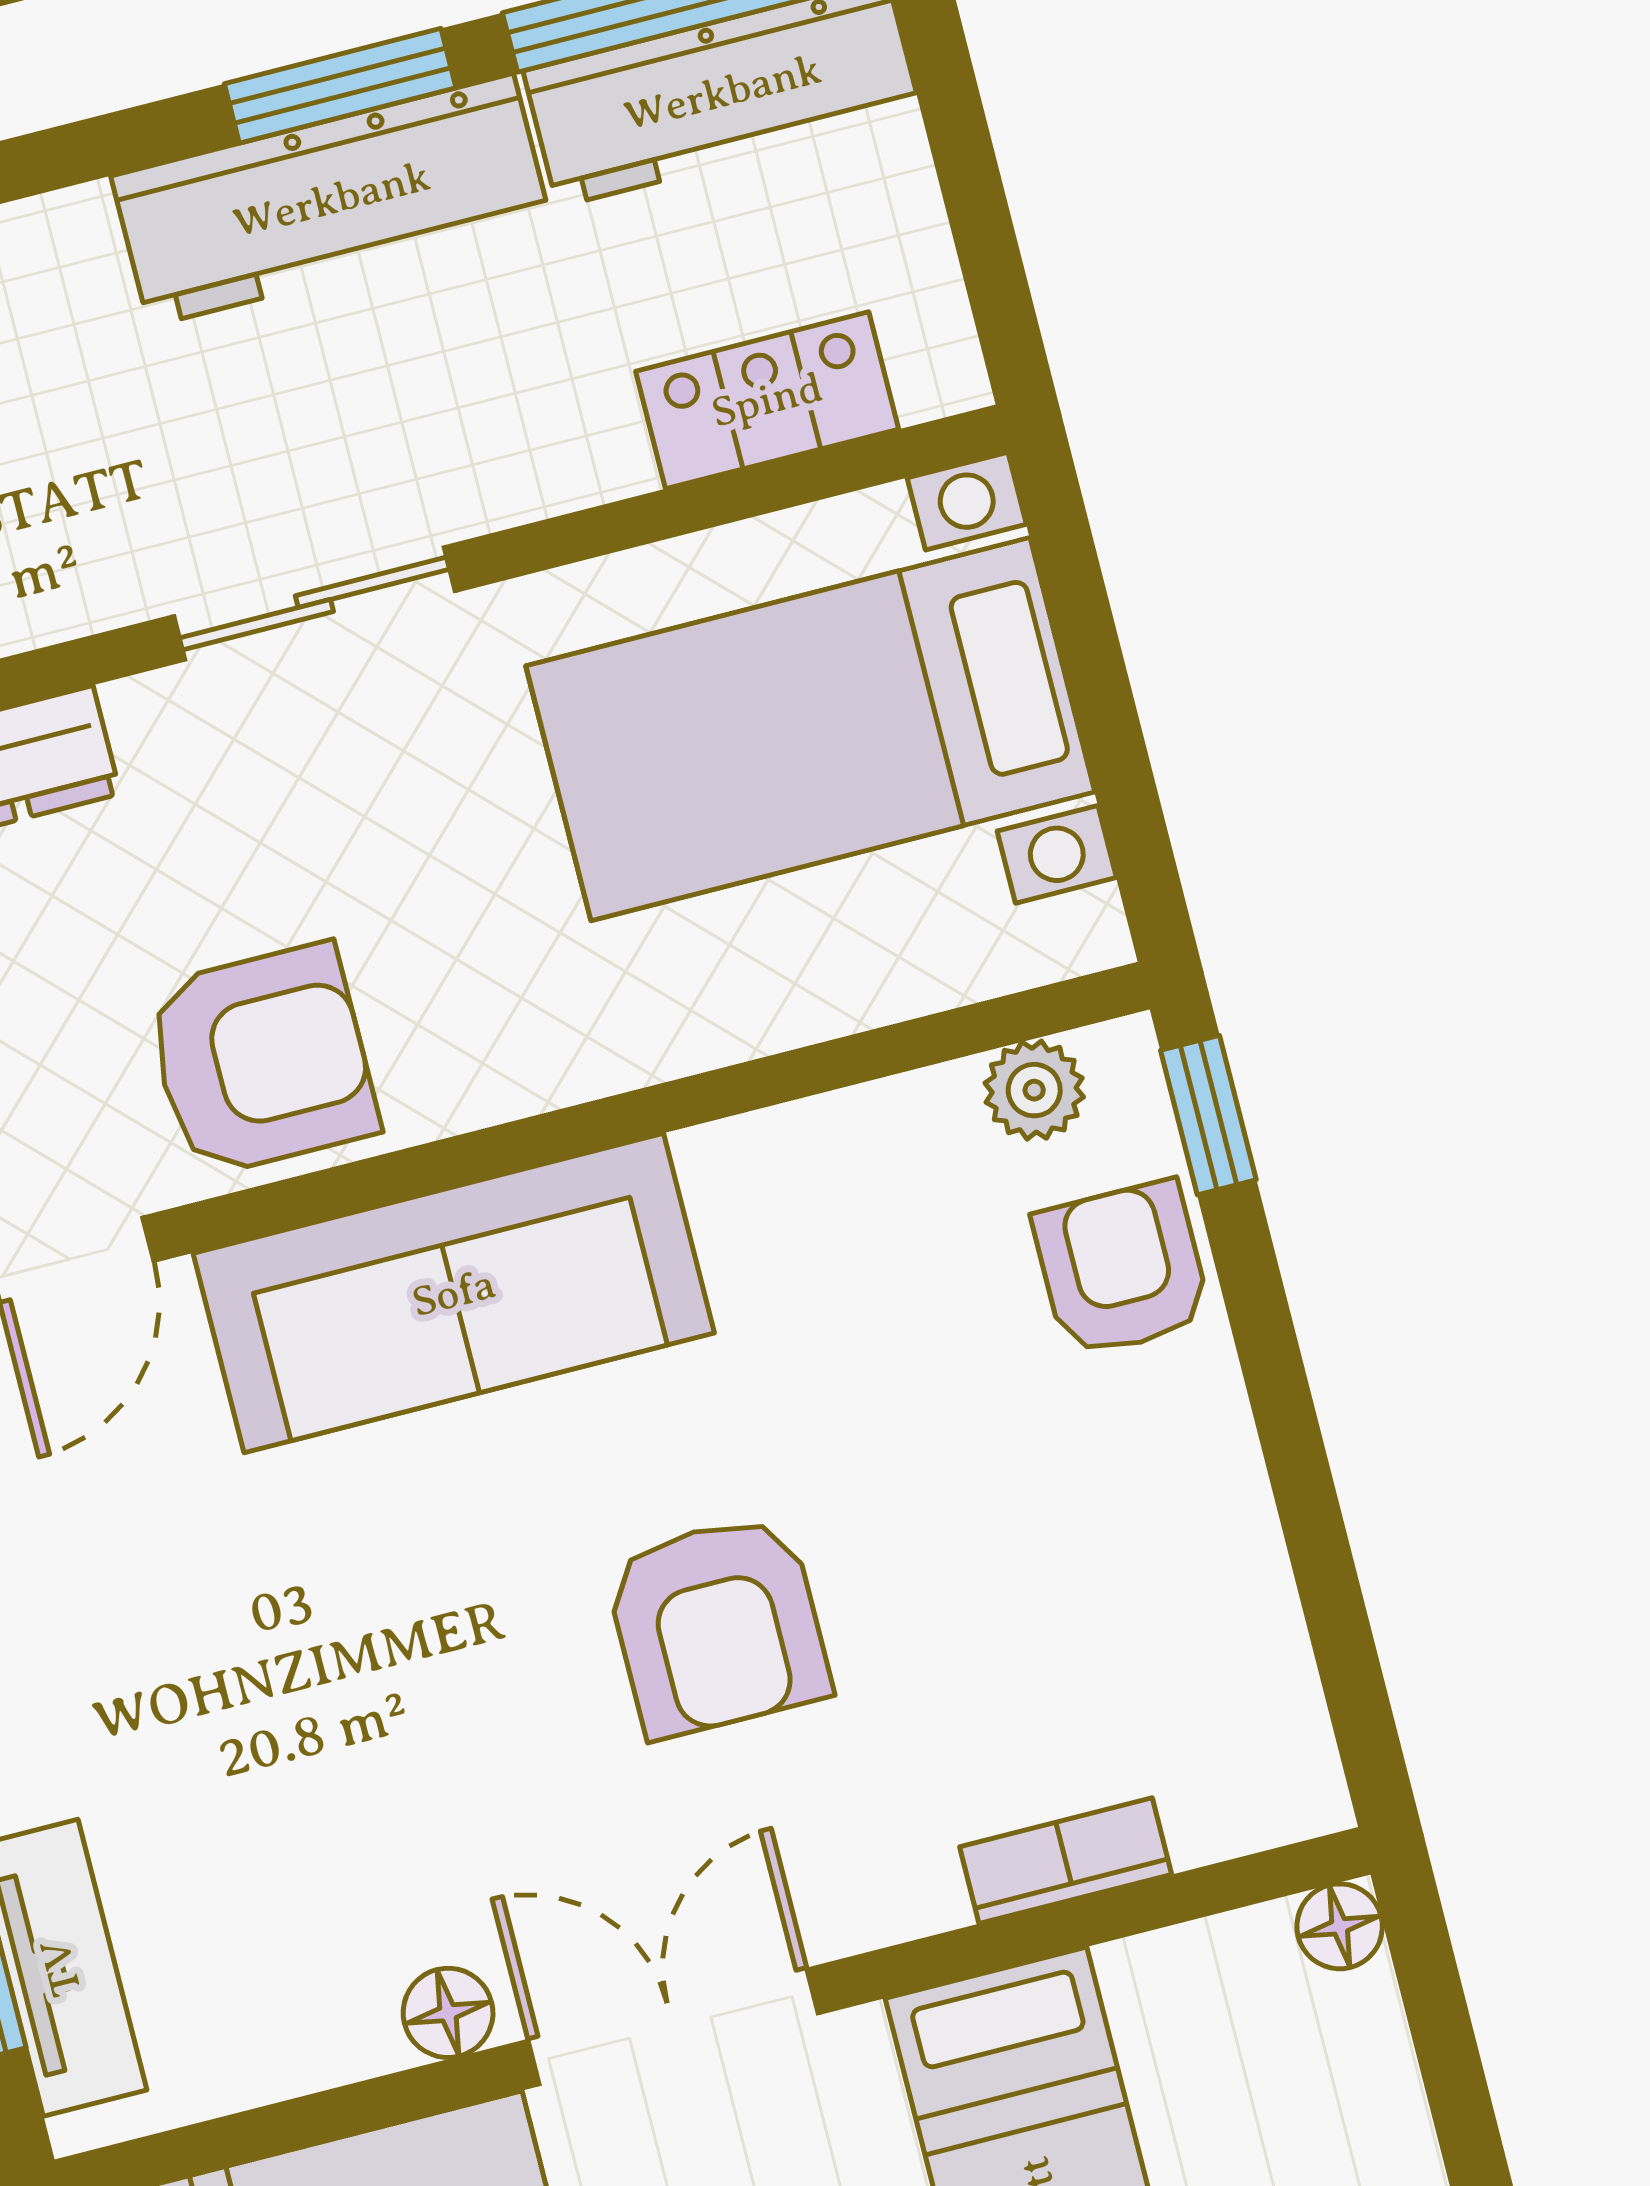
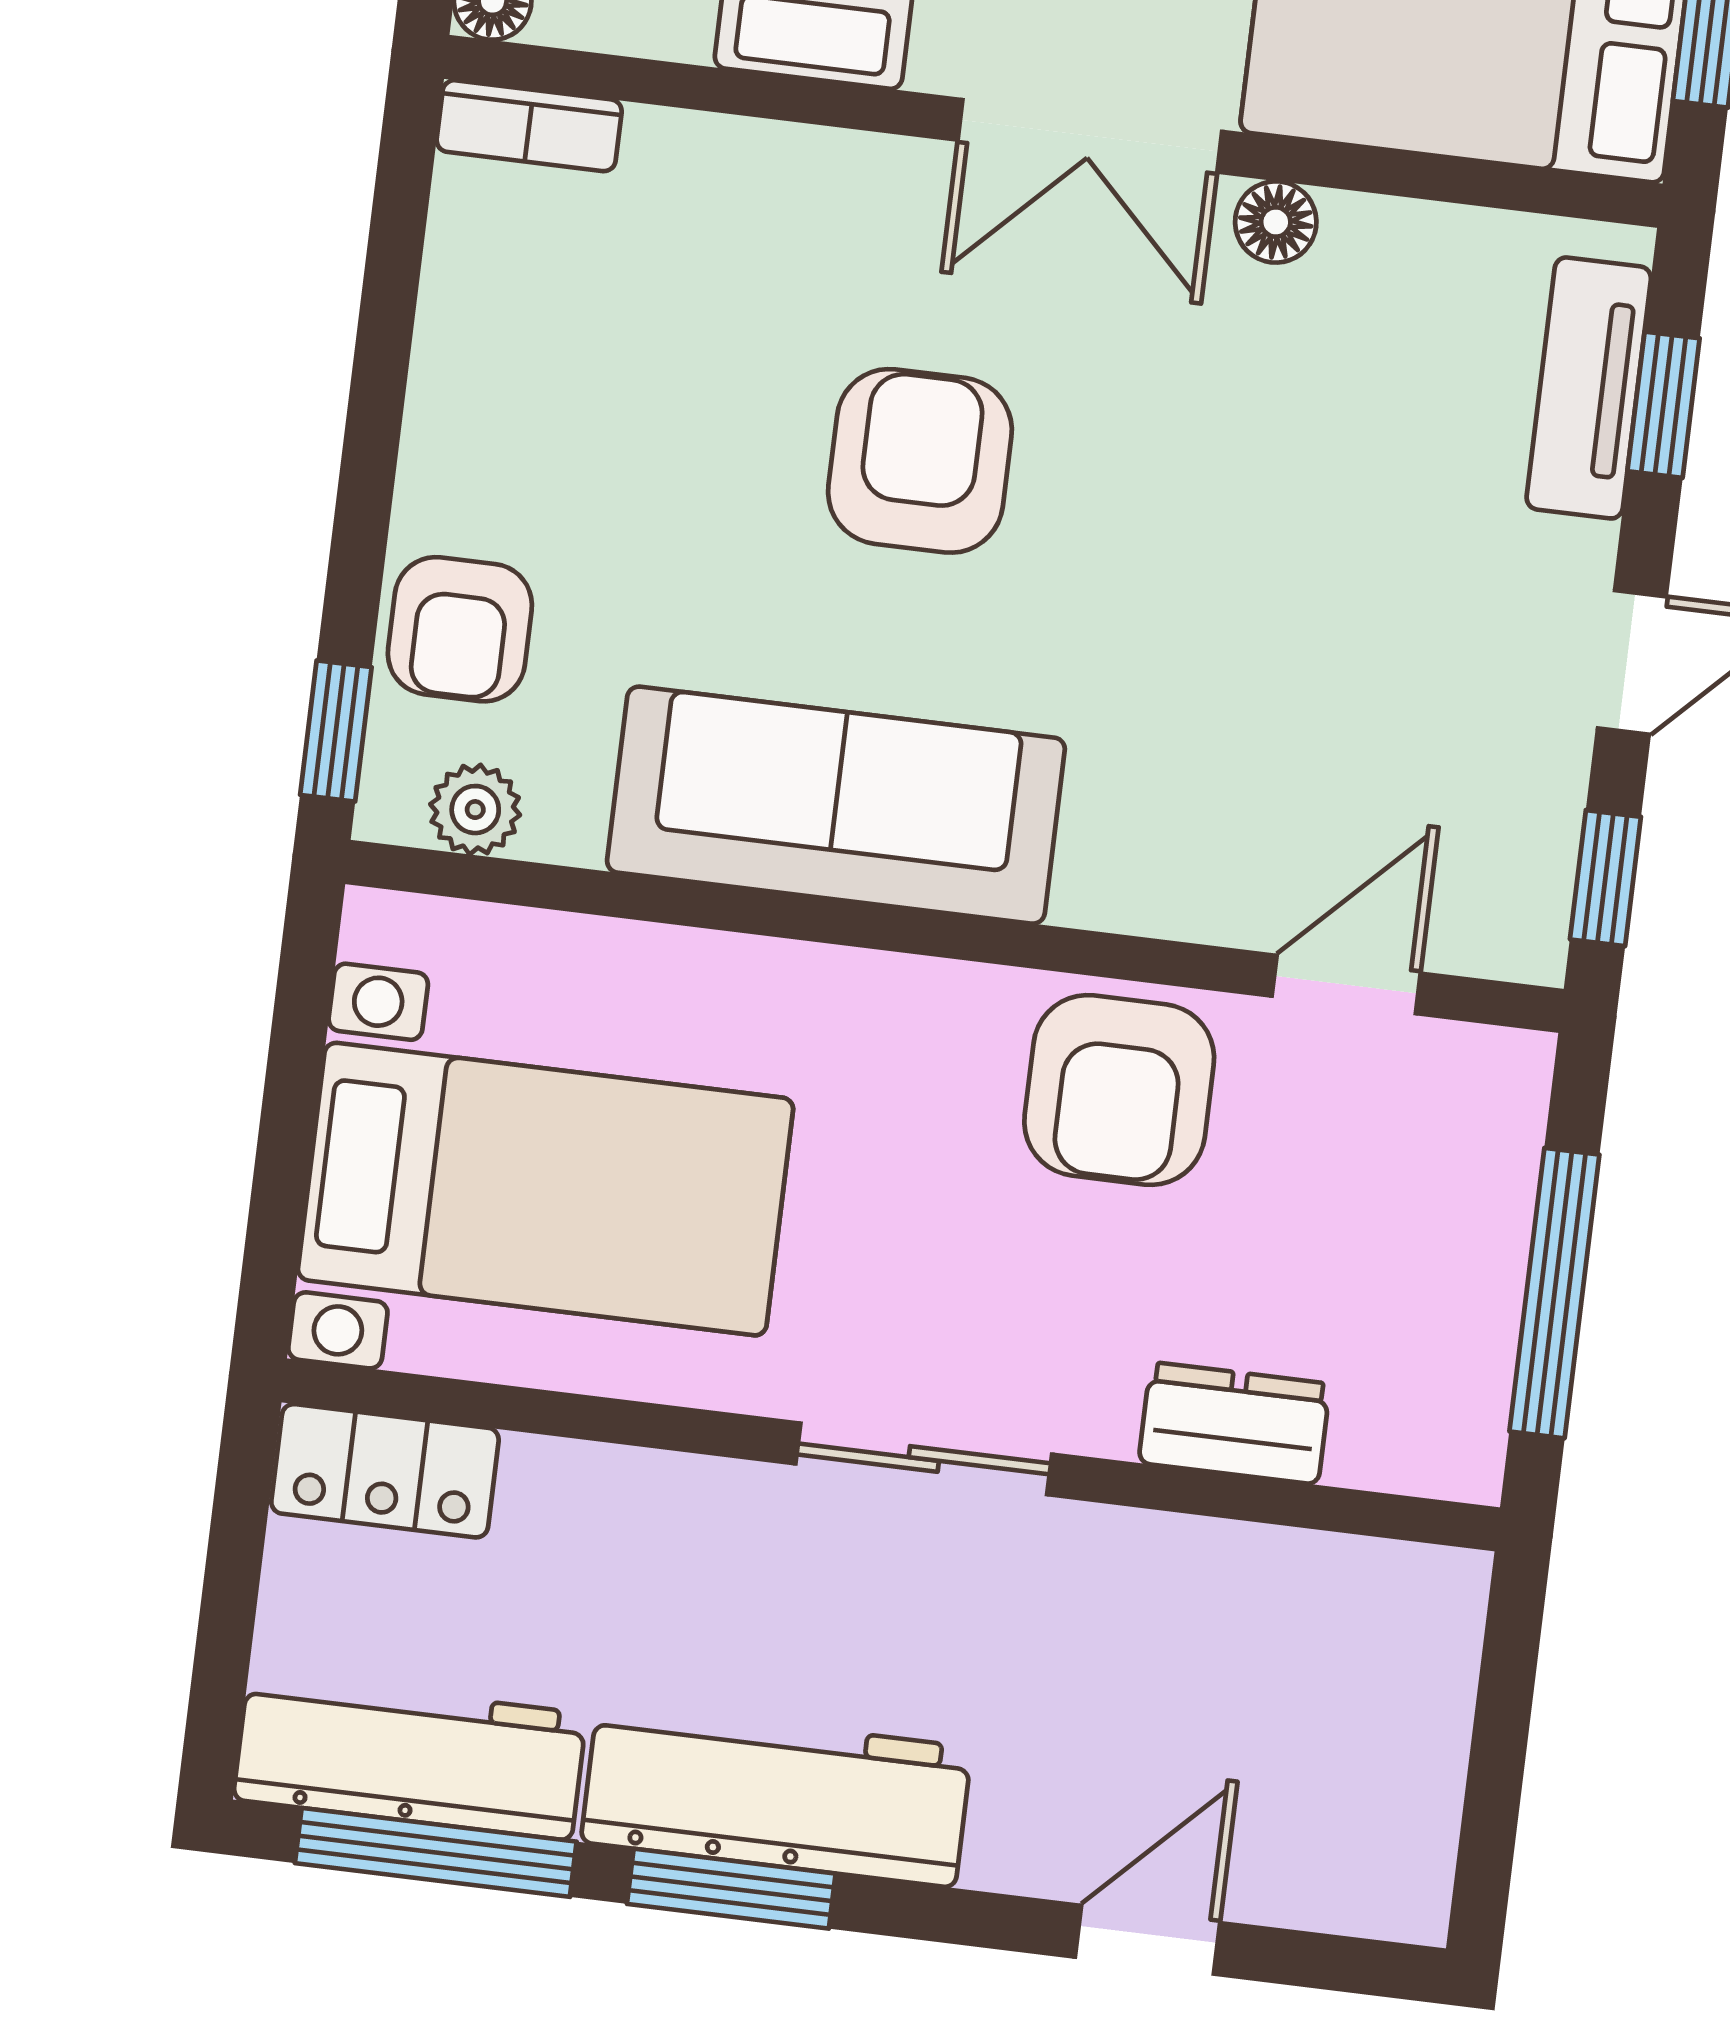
locker: (767, 400) -> (385, 1471), moved
armchair: (262, 1060) -> (1119, 1090), turned -90
sofa: (454, 1293) -> (836, 805), moved
bookcase: (1066, 1861) -> (529, 126), moved

